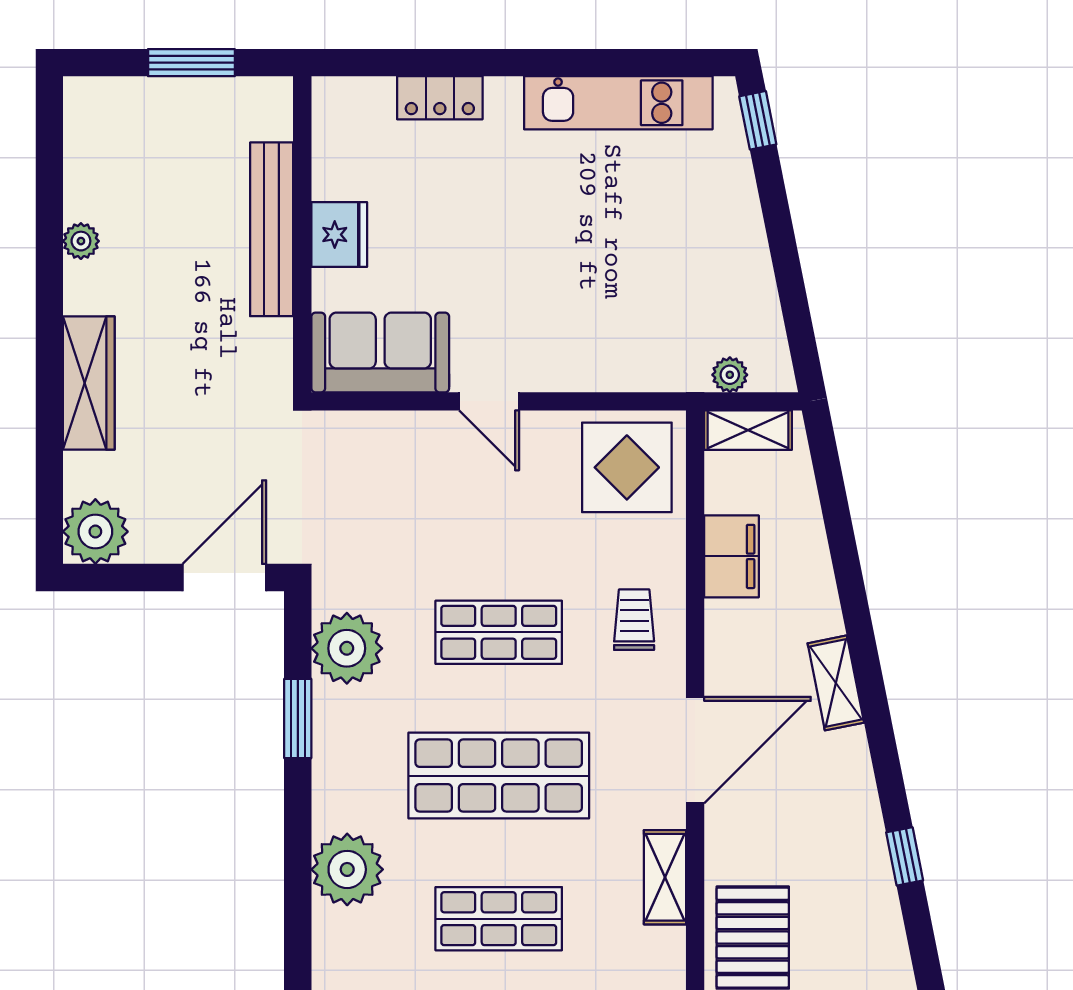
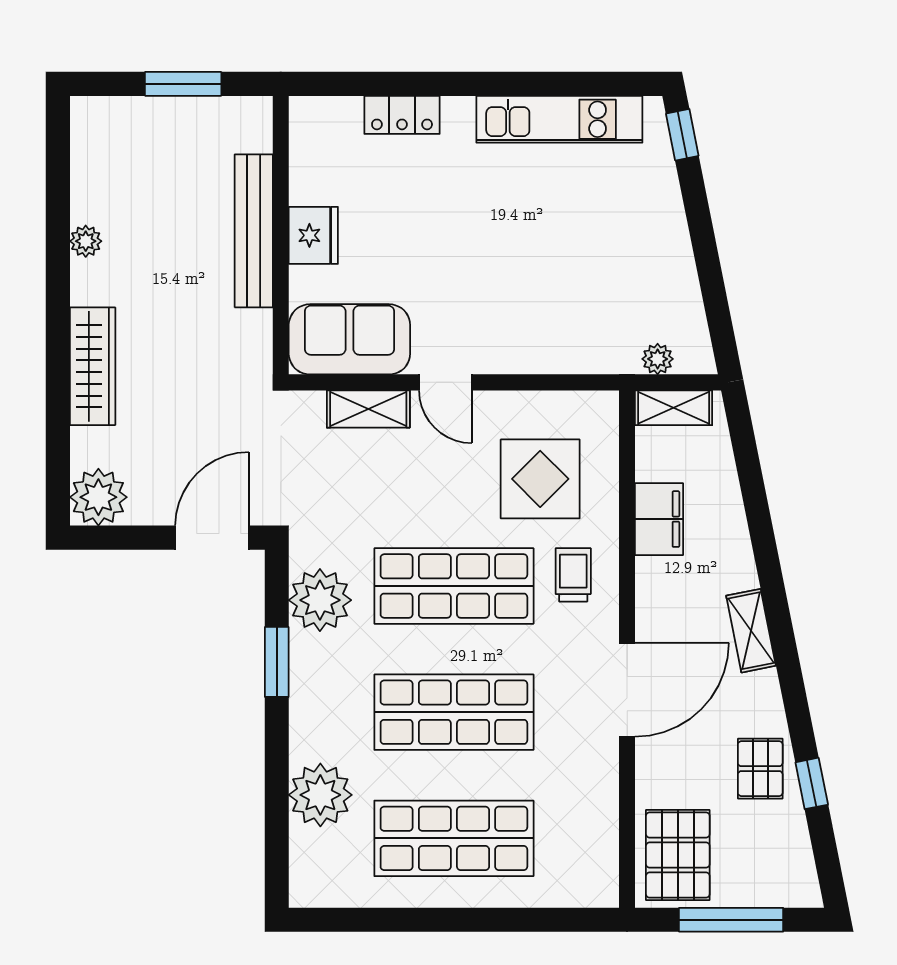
display table: (627, 467) -> (540, 479), moved
shop shelf: (499, 632) -> (454, 586), width x1.43, depth x1.36
pallet: (846, 840) -> (760, 769), added
shelving: (665, 877) -> (368, 409), moved, turned 90
shop shelf: (499, 919) -> (454, 838), width x1.43, depth x1.36

